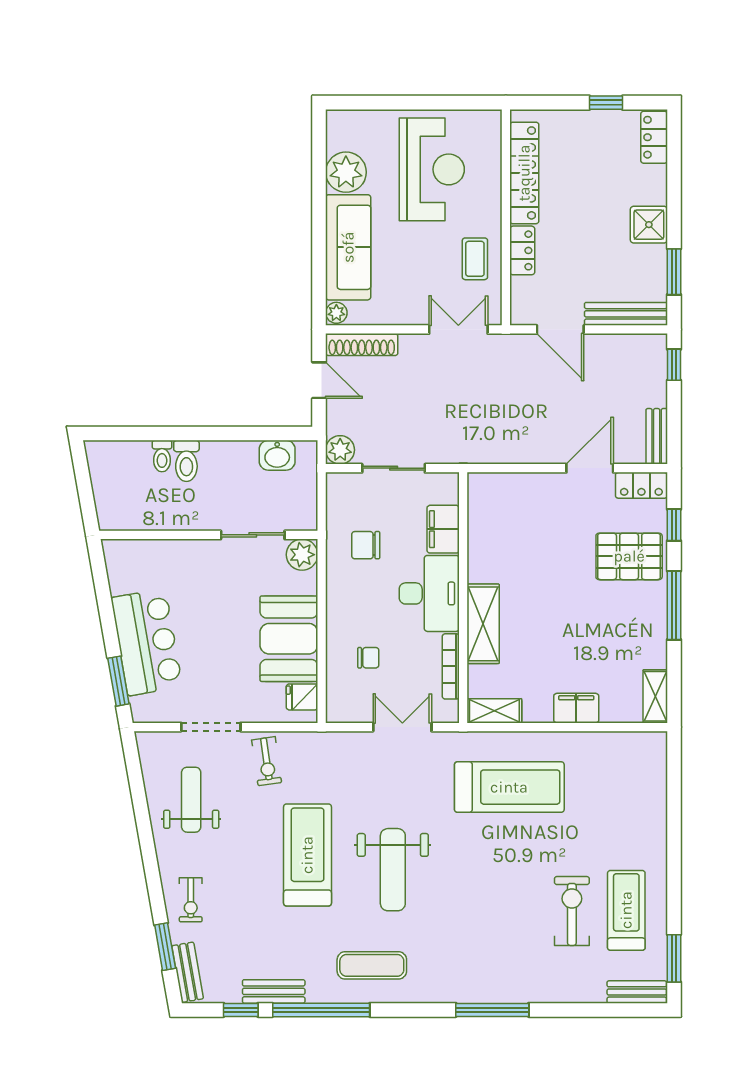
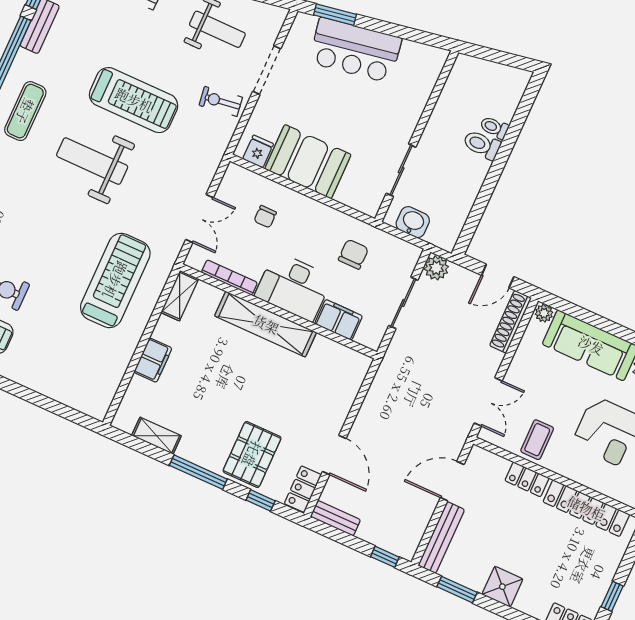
coffee table: (475, 259) -> (537, 440), turned 90
washbasin: (277, 455) -> (413, 222), moved, turned 90
plant: (302, 555) -> (368, 201), removed
shelving: (483, 624) -> (266, 324), width x1.47
shelving: (655, 696) -> (156, 436), moved
treadmill: (509, 787) -> (115, 280), turned 180

